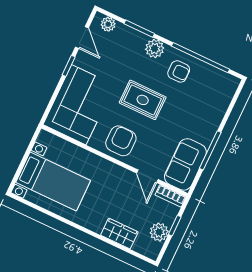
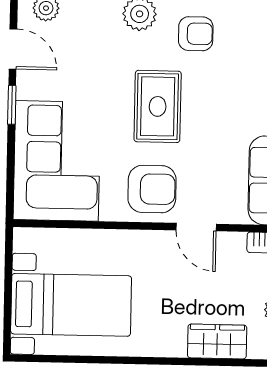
rug: (143, 100) -> (158, 106), turned 90
armchair: (121, 141) -> (152, 189), turned 90
door: (147, 176) -> (196, 227), moved

